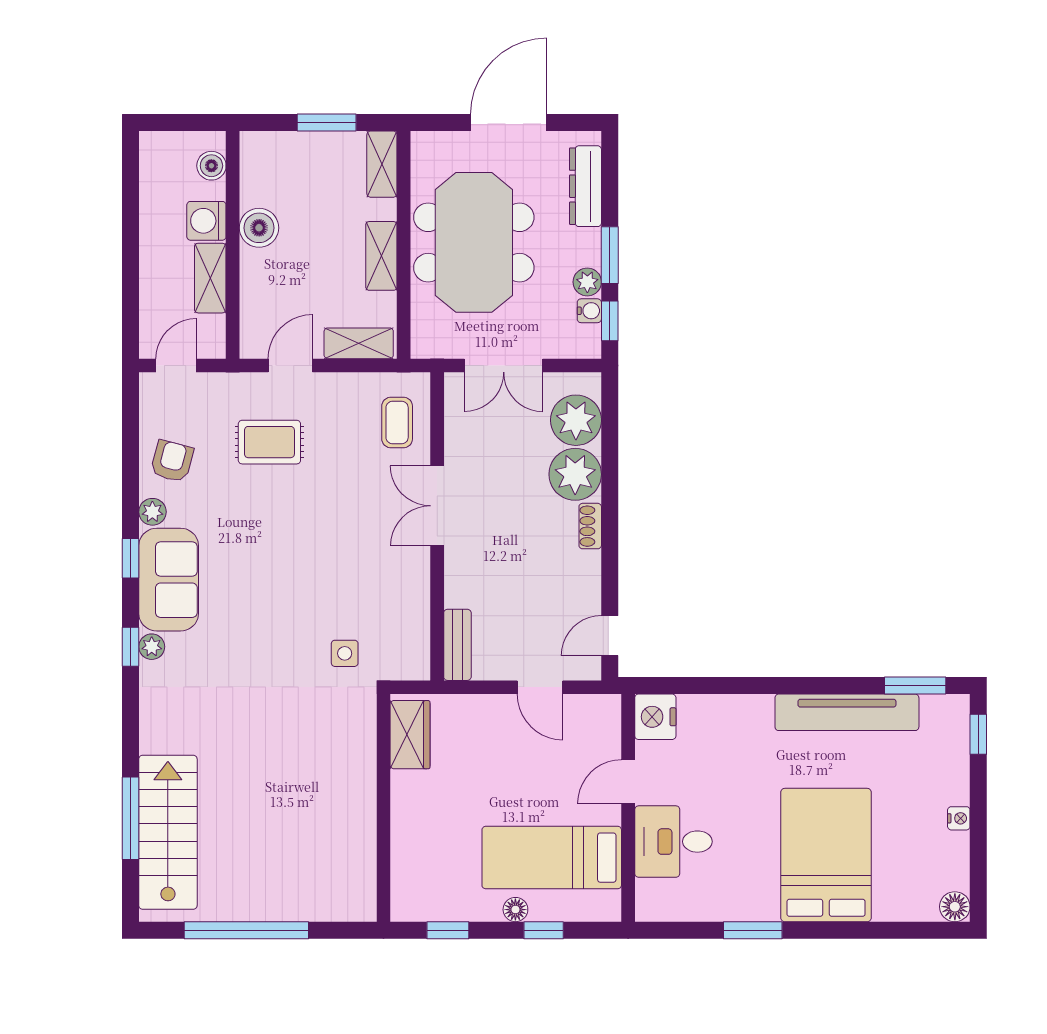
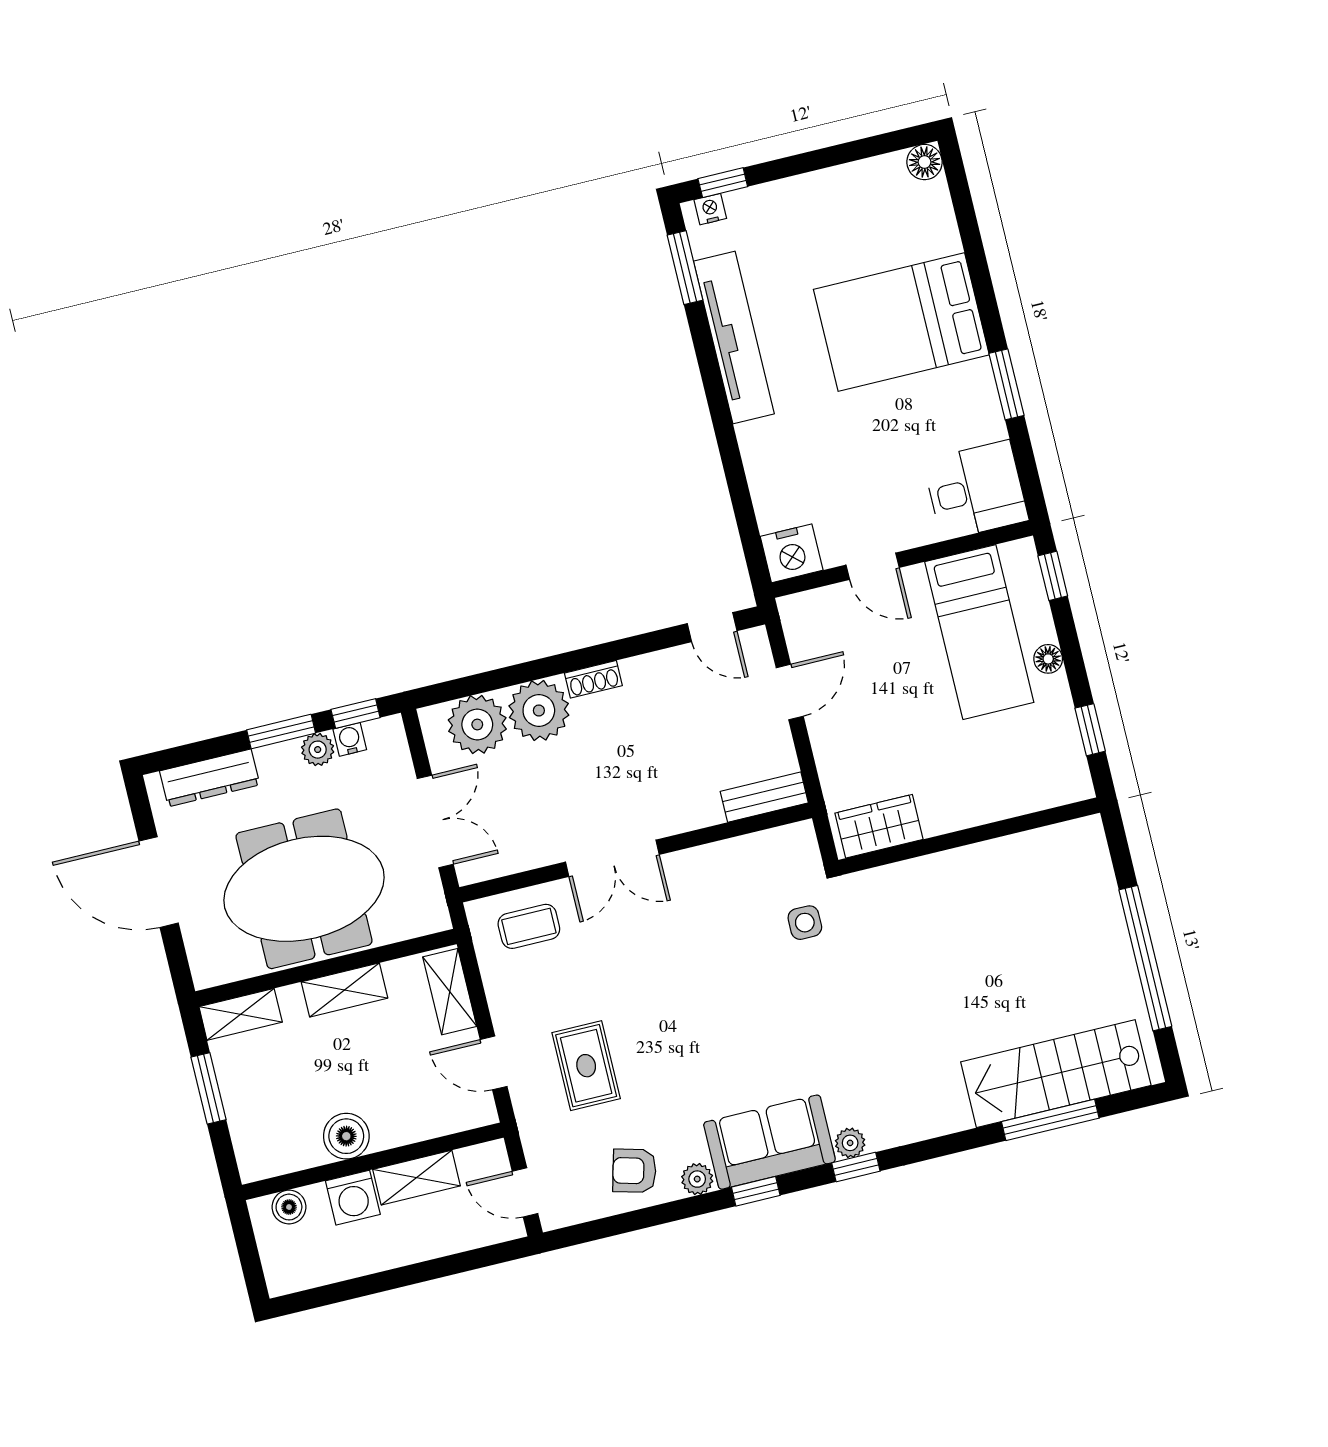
nightstand: (959, 818) -> (710, 209), moved
desk: (673, 842) -> (976, 490), moved, turned -90
window: (544, 930) -> (1053, 576), moved

